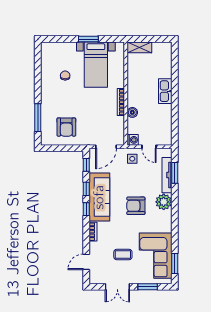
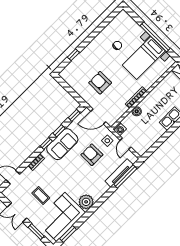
window: (88, 39) -> (155, 37), width x2.11
window: (38, 118) -> (73, 55), width x0.46
armchair: (66, 127) -> (100, 83), moved, turned 90
window: (175, 173) -> (125, 176), width x1.44
sofa: (99, 197) -> (62, 144), width x0.73
plant: (164, 202) -> (86, 202), moved
armchair: (136, 206) -> (92, 155), moved

